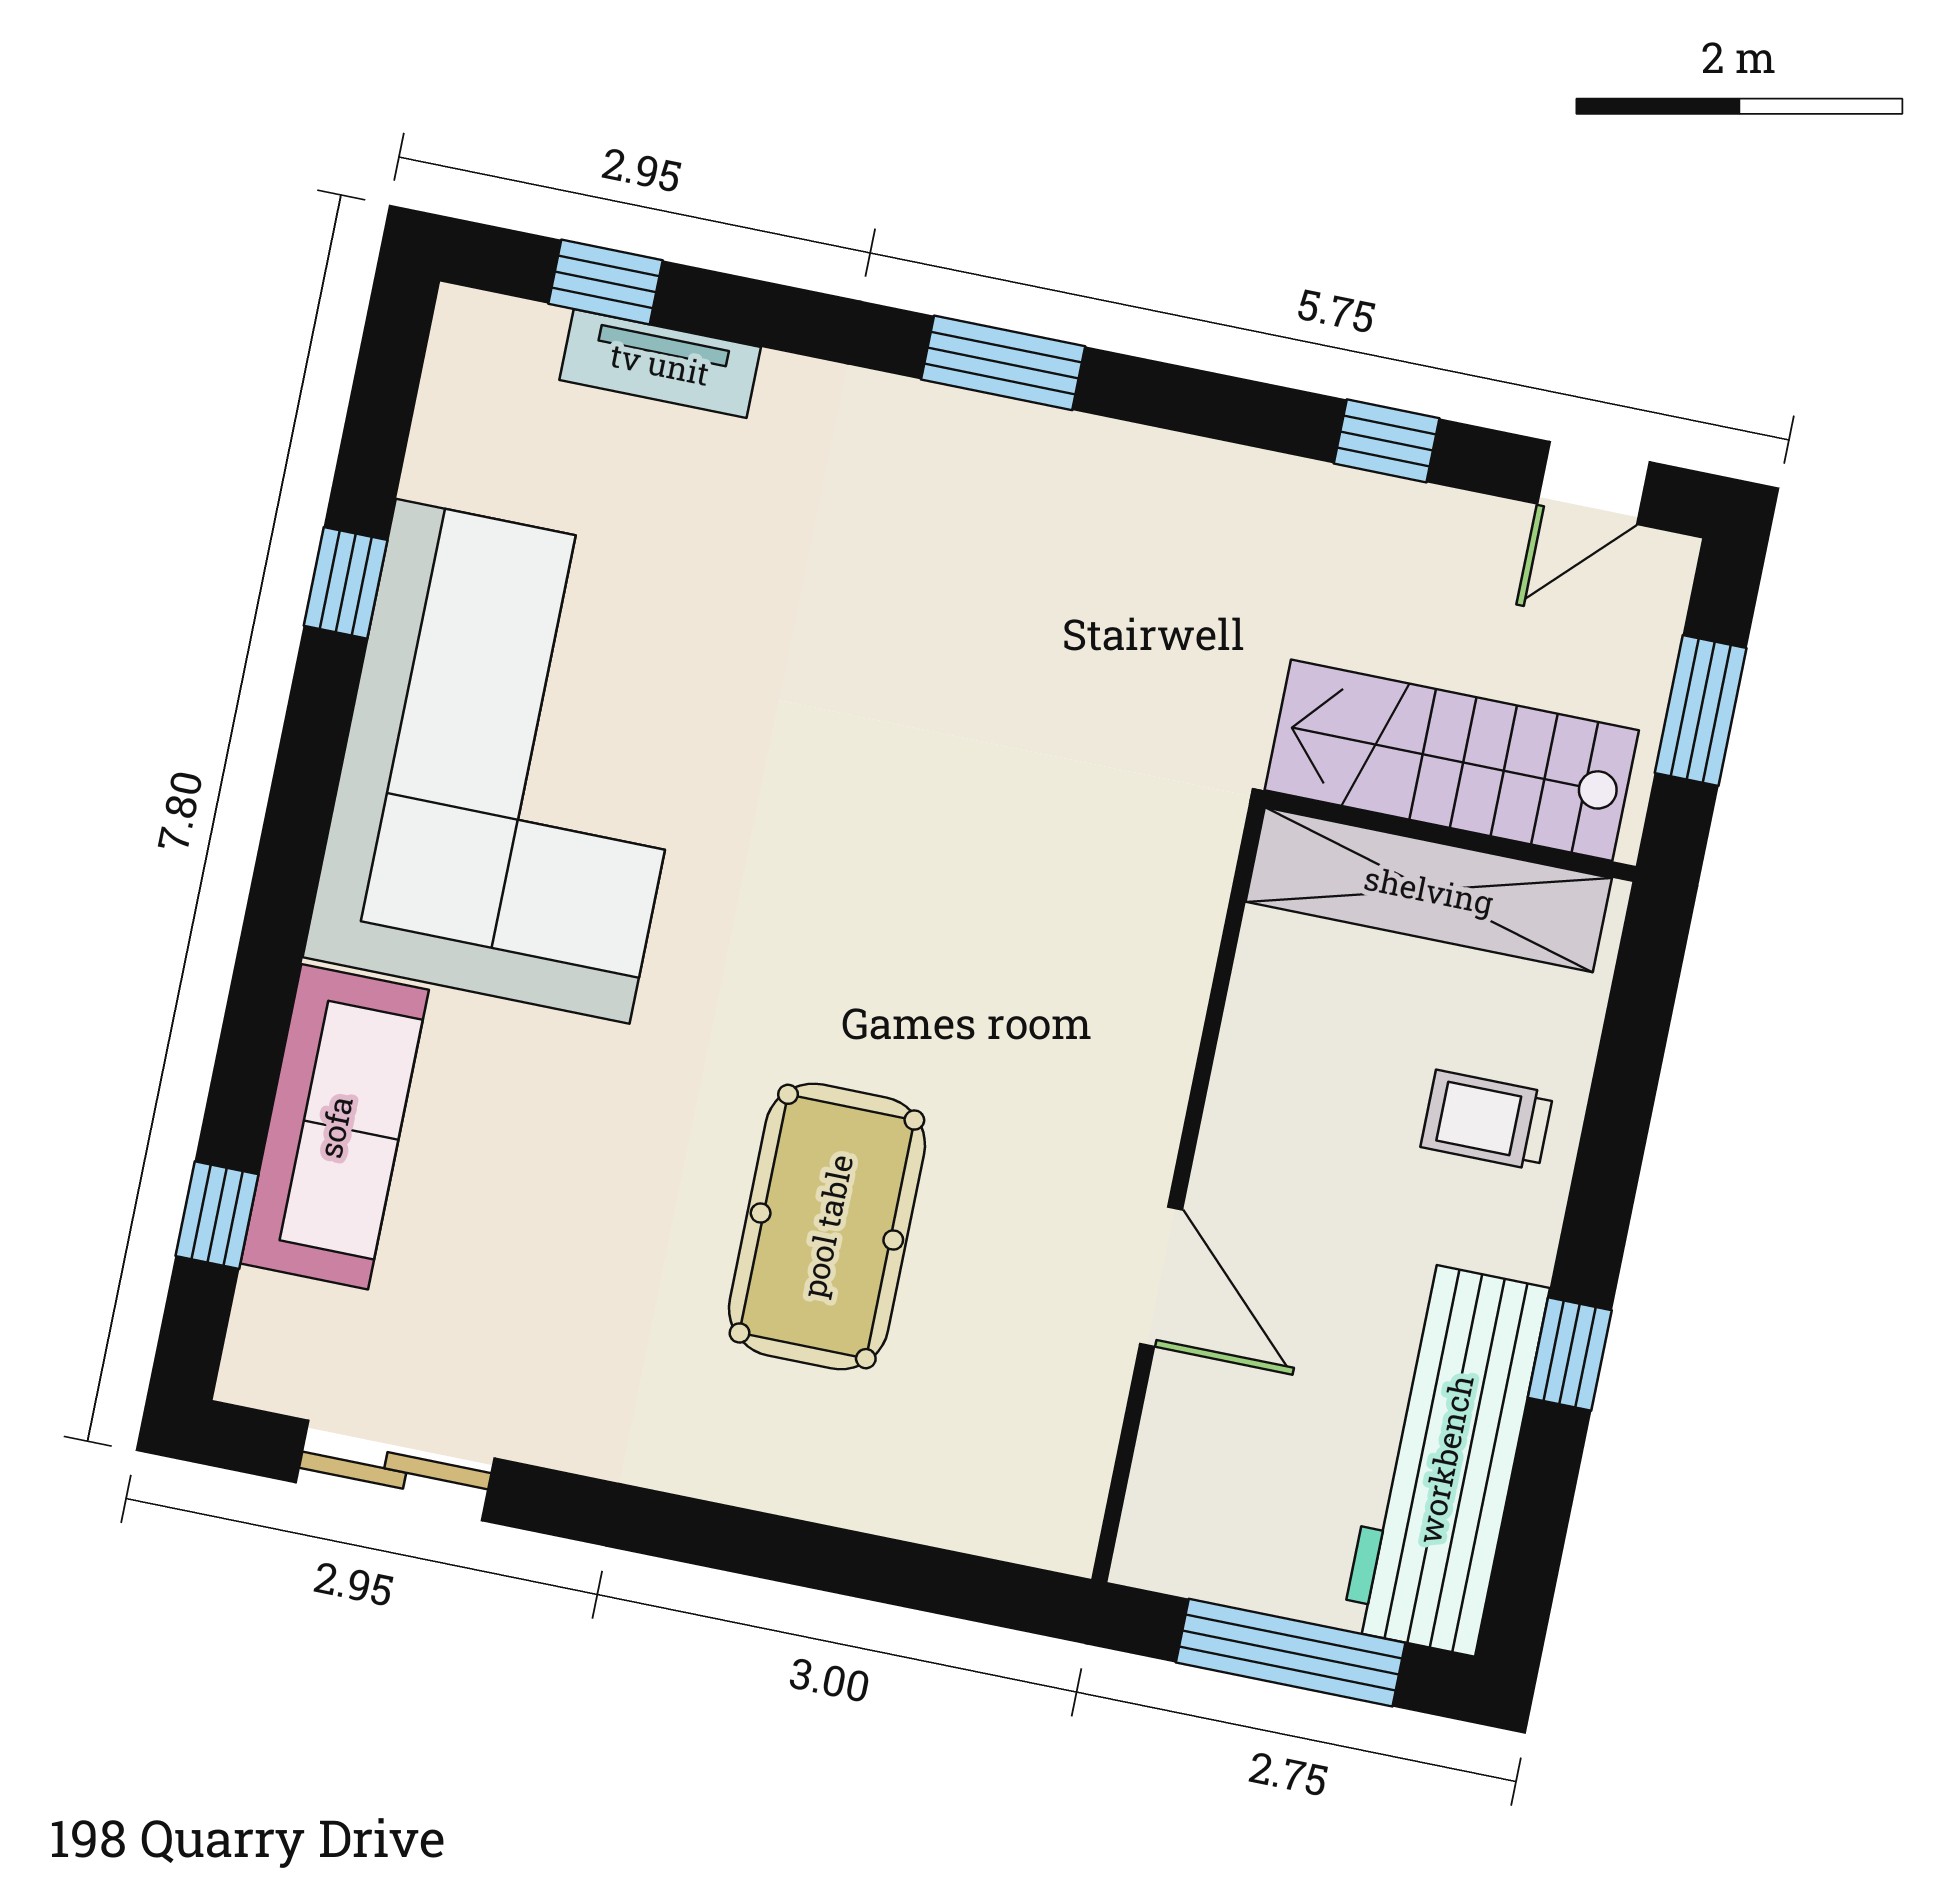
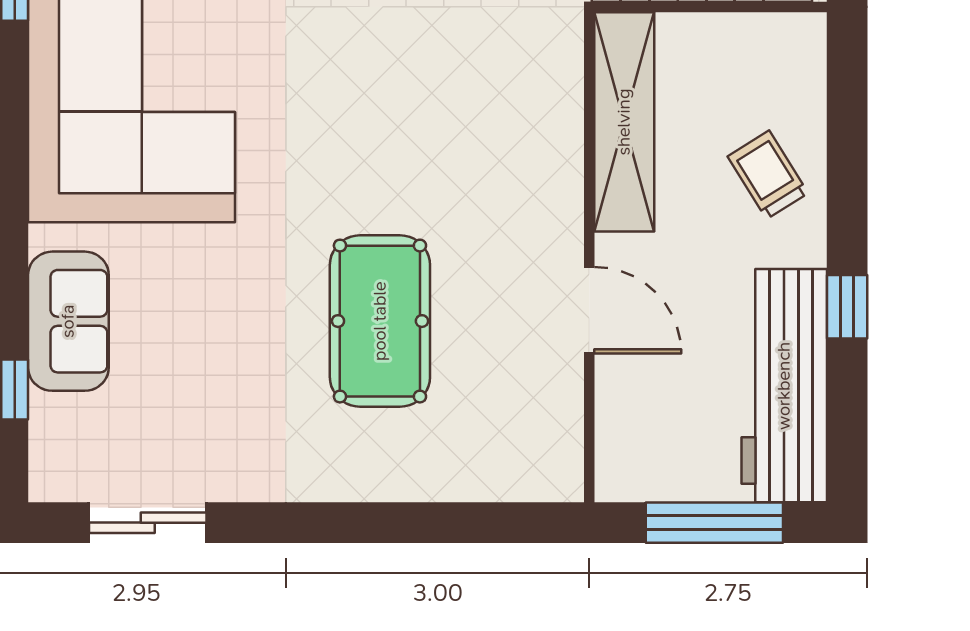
shelving: (1429, 890) -> (624, 122), moved, turned 90
trolley: (1487, 1120) -> (768, 175), turned 58
sofa: (335, 1127) -> (68, 321), width x0.73

